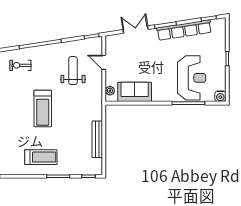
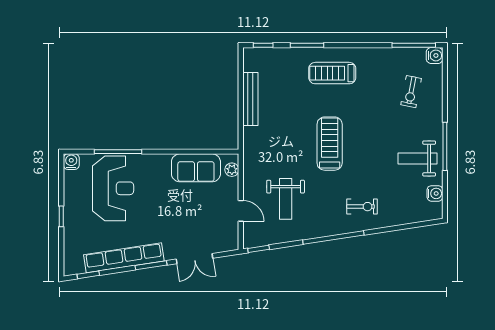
reception desk: (192, 78) -> (113, 188), turned 180

